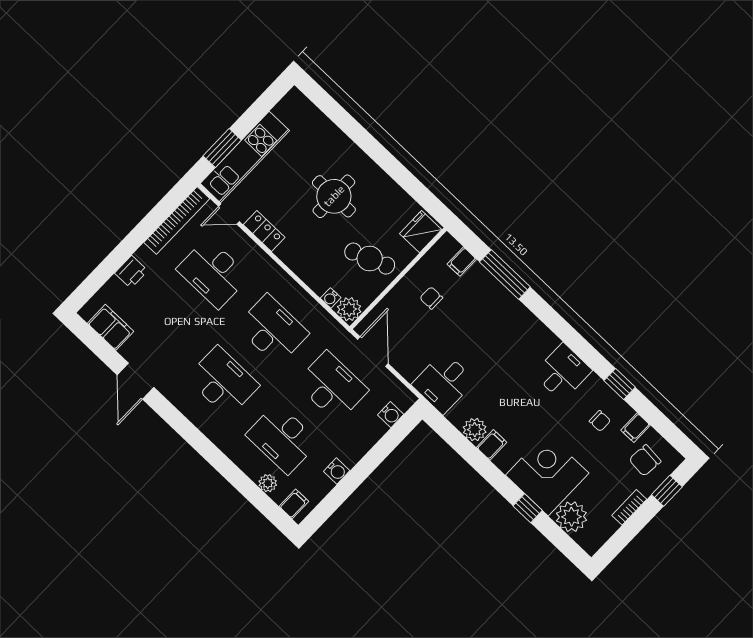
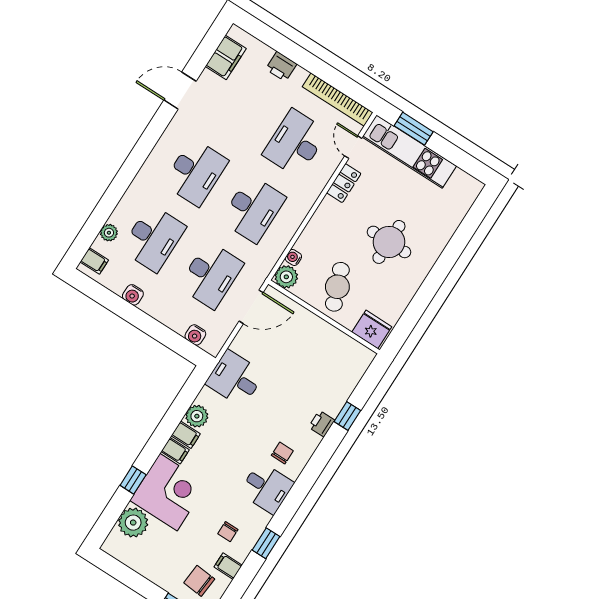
filing cabinet: (462, 262) -> (175, 451), moved, turned 180
window: (505, 274) -> (347, 416), width x0.46
chair: (431, 298) -> (282, 453), moved
printer: (508, 302) -> (322, 424), added
desk: (282, 438) -> (153, 238), turned 180
bookcase: (629, 507) -> (153, 575), removed

